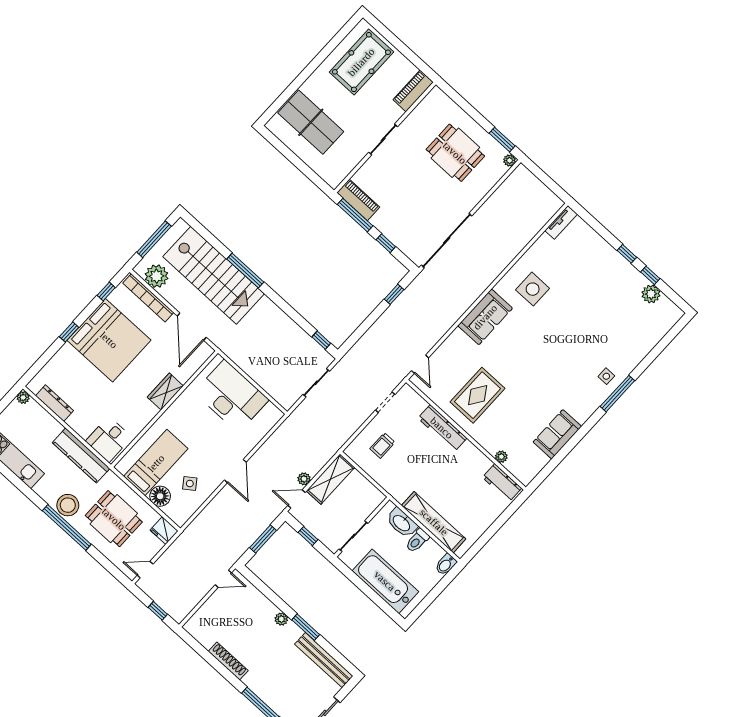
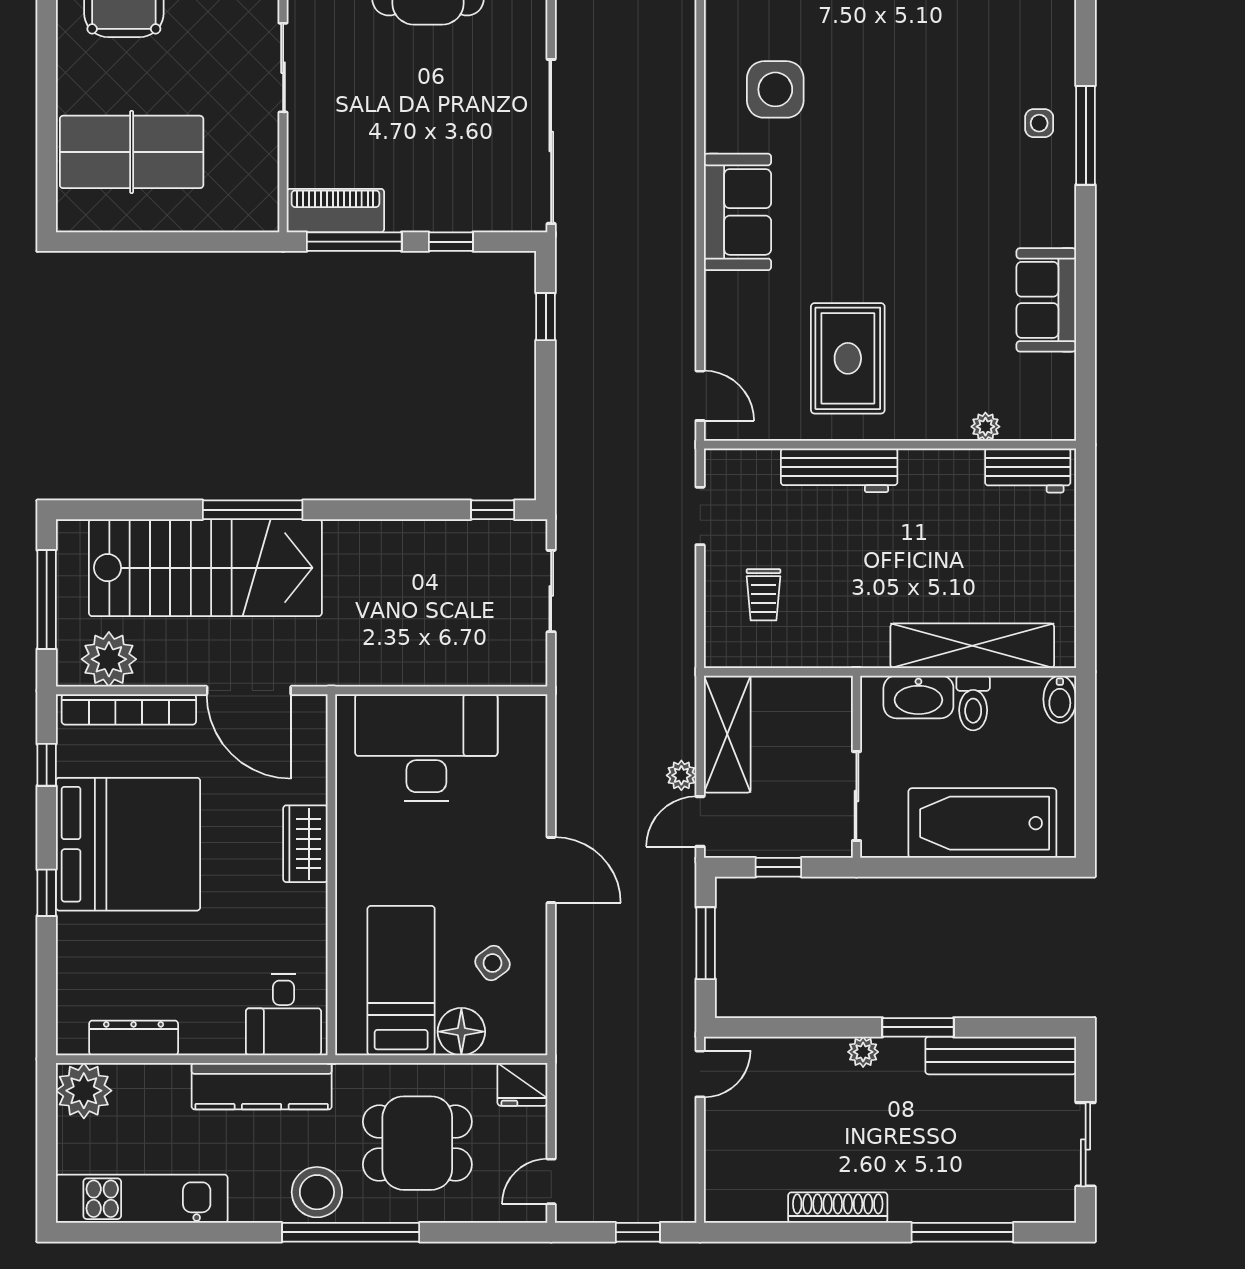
plant: (23, 397) -> (84, 1091), width x1.88, depth x1.88

